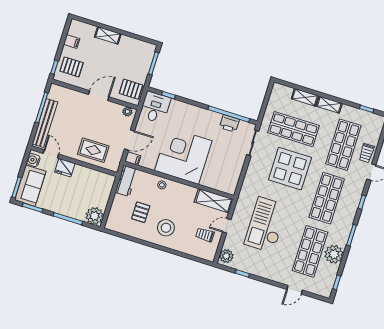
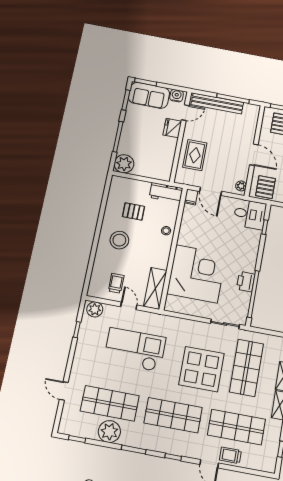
printer: (229, 123) -> (246, 282), moved
corner desk: (183, 156) -> (196, 274), moved

